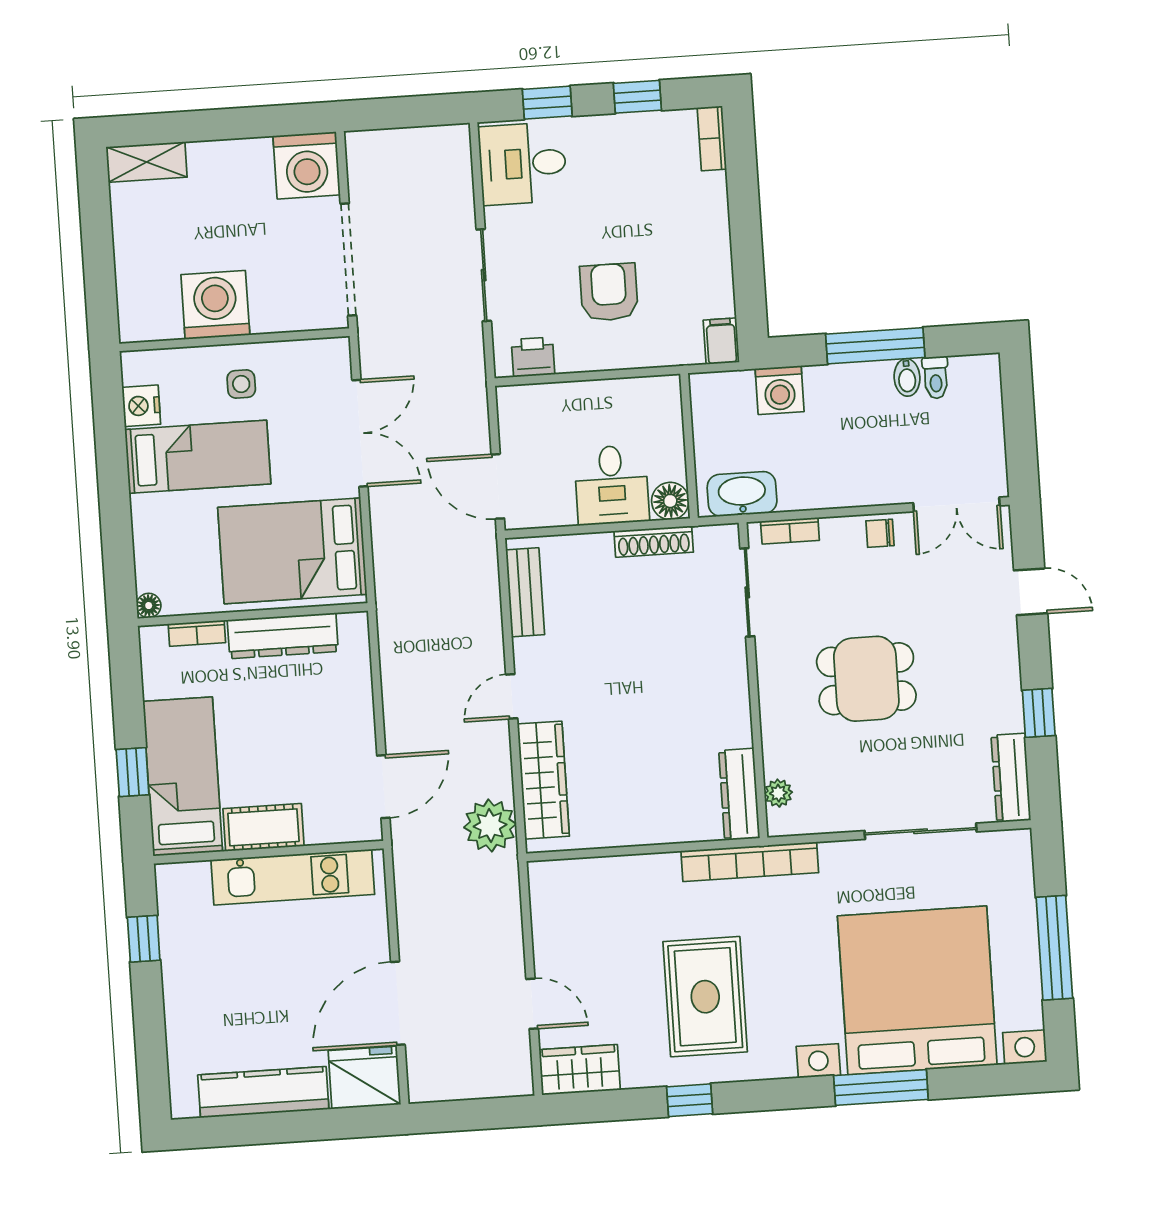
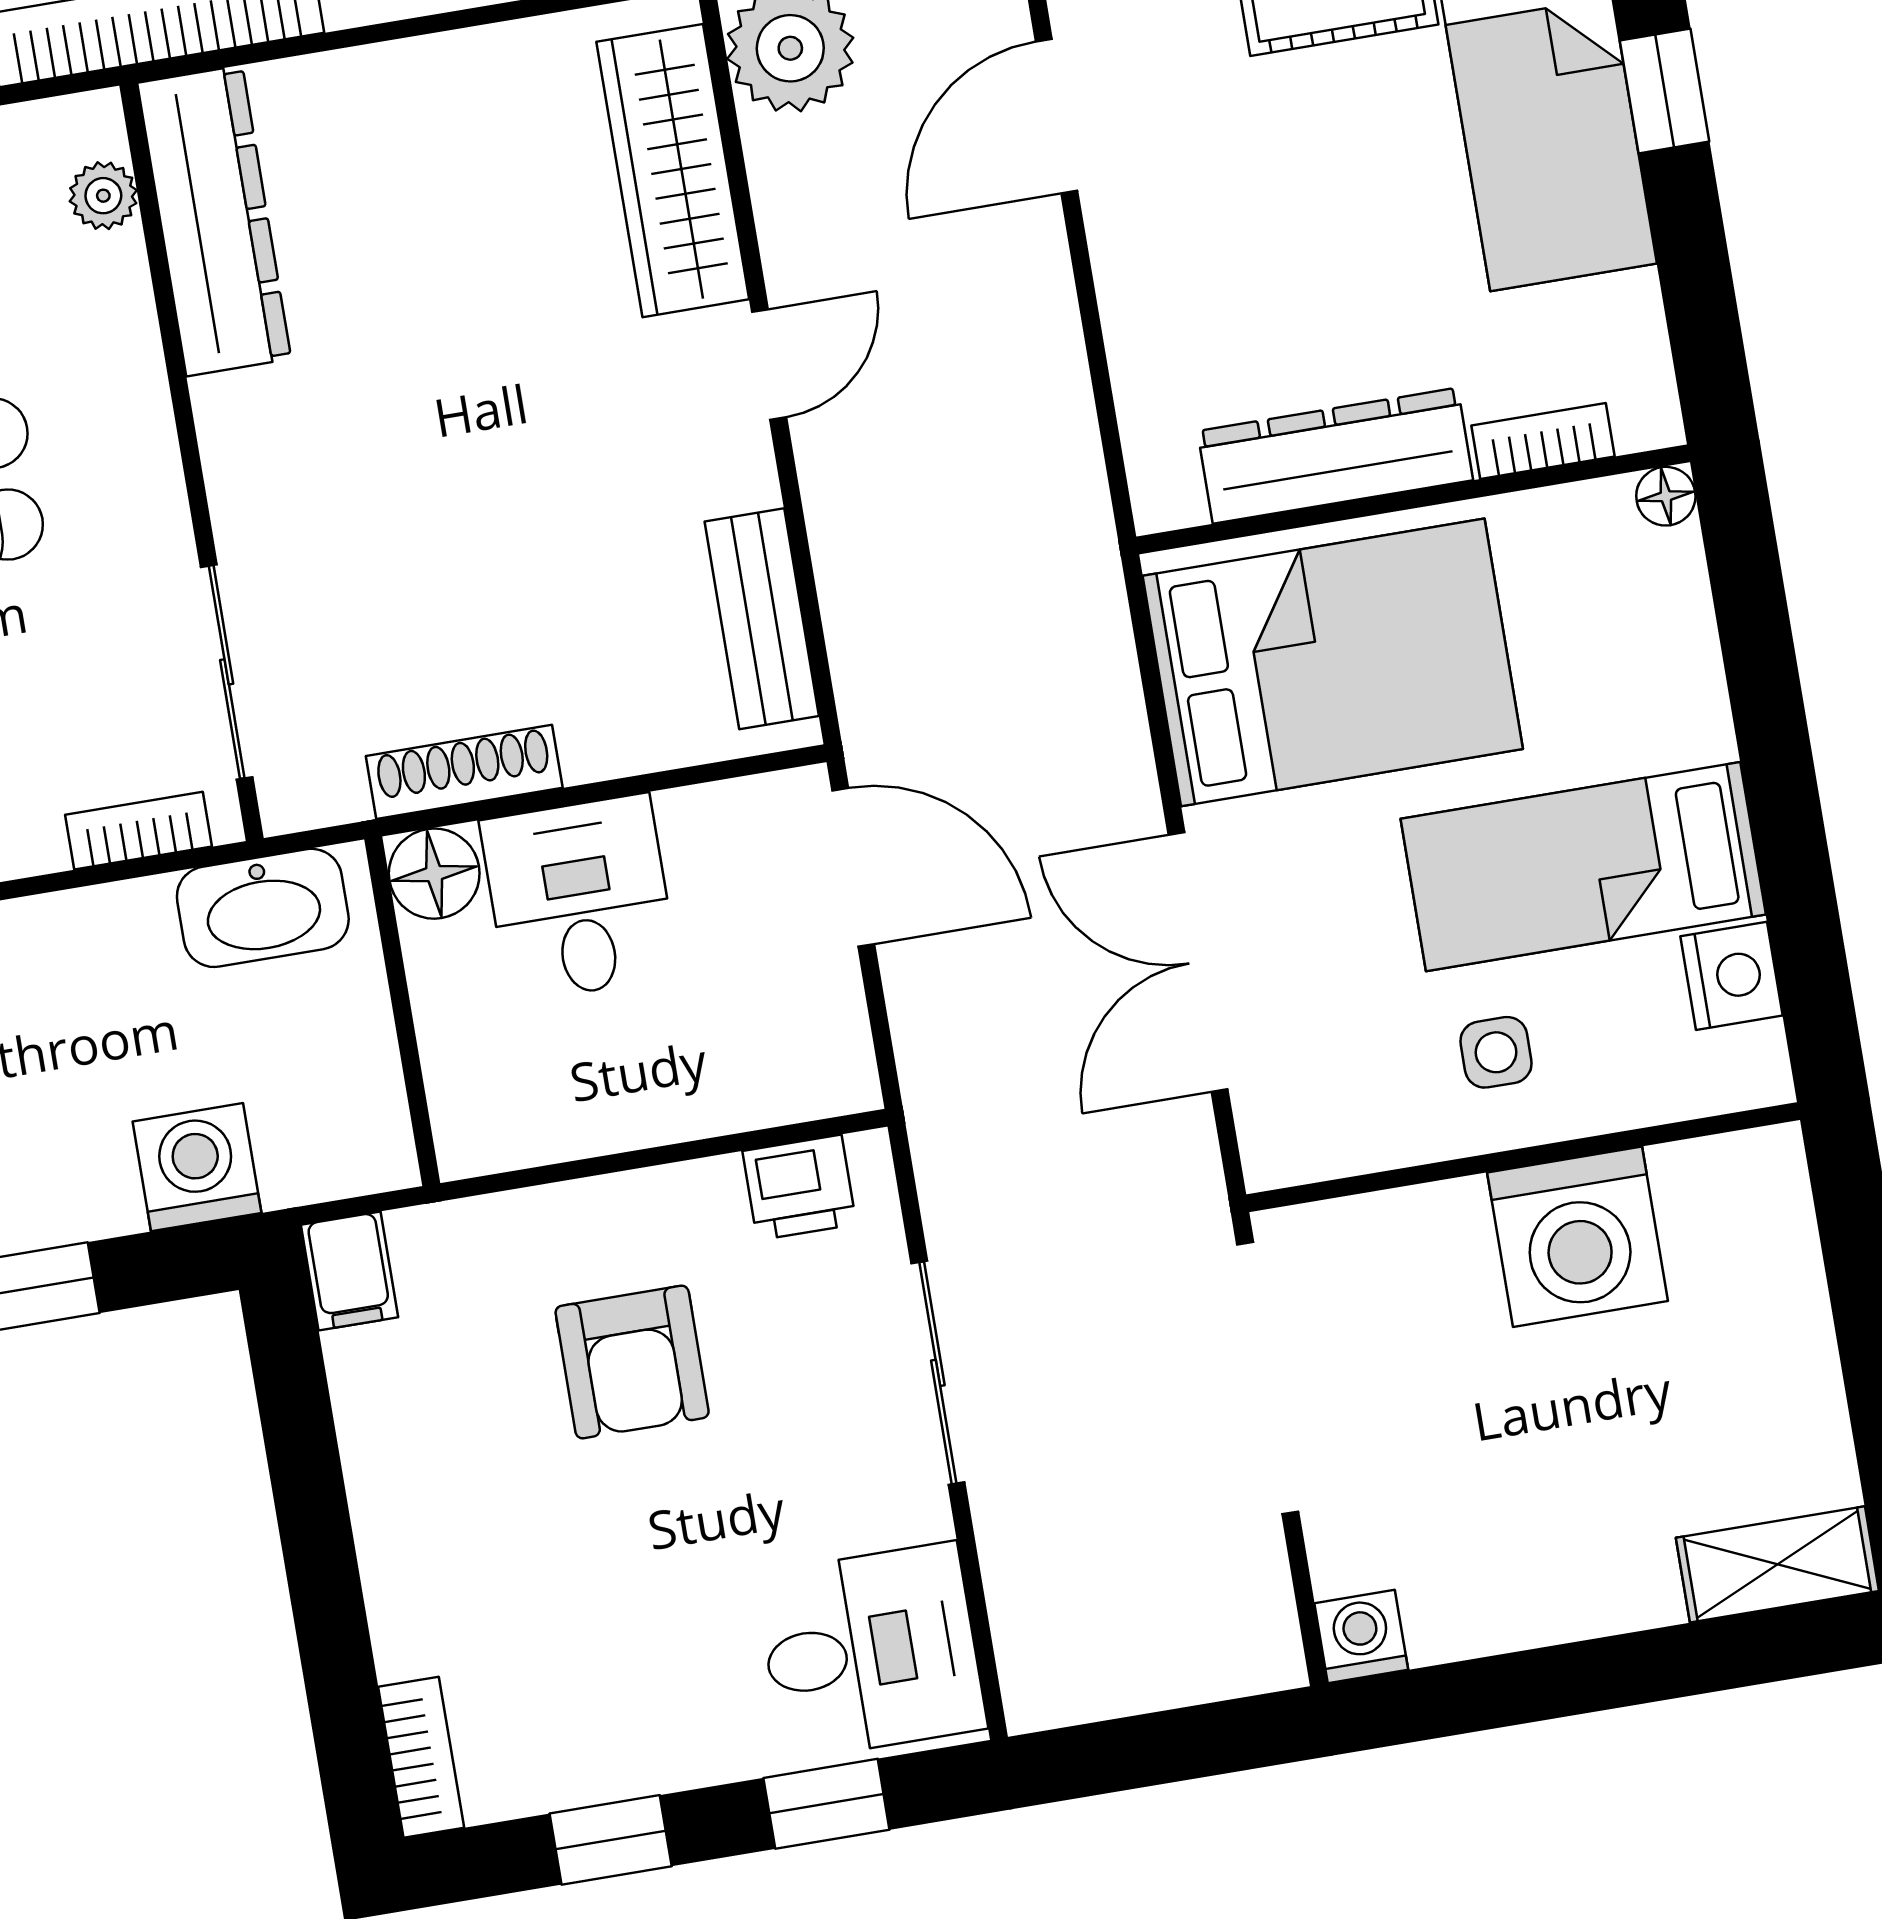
washing machine: (307, 165) -> (1361, 1637), width x0.53, depth x0.53
dresser: (739, 794) -> (214, 221), width x1.37, depth x1.24

